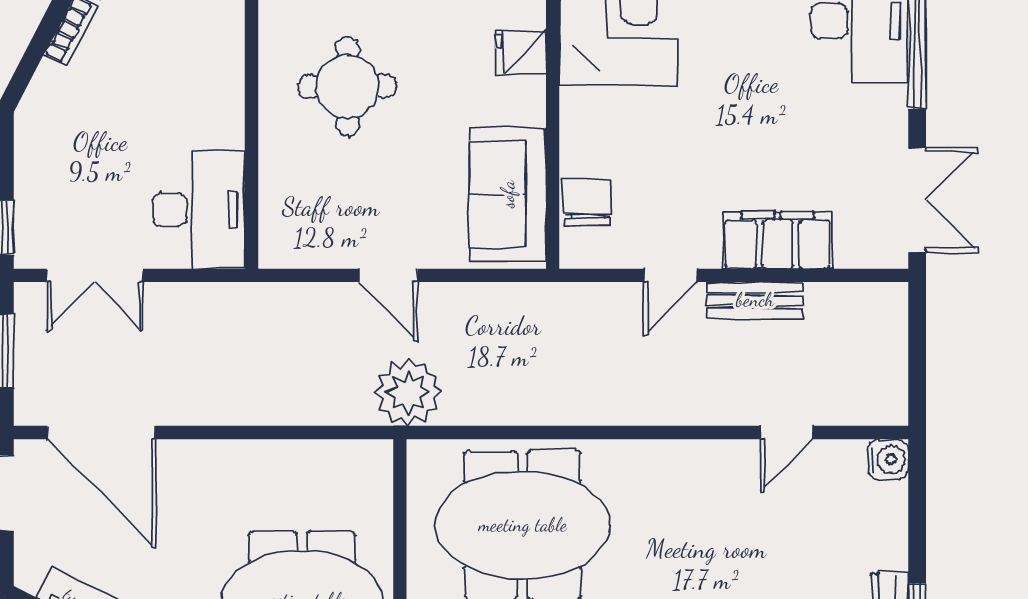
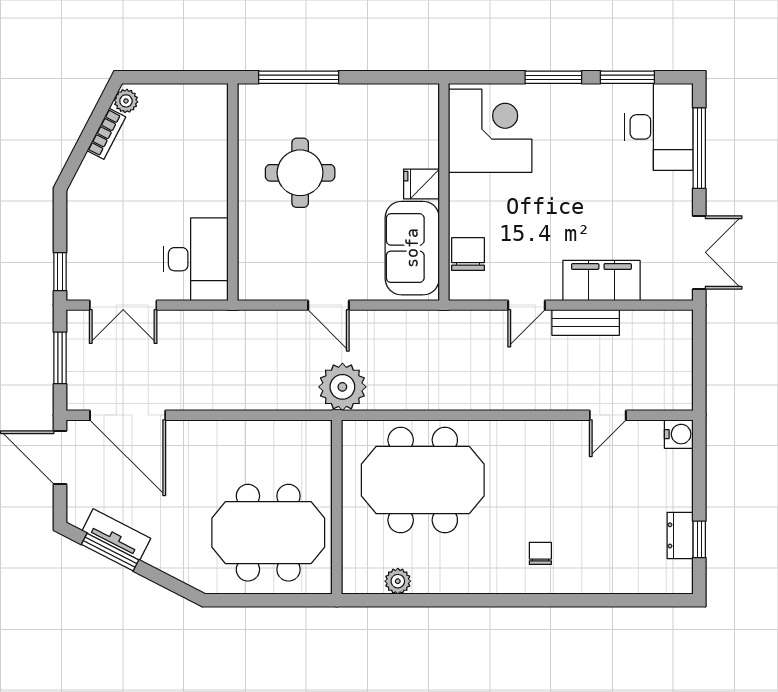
fridge: (521, 53) -> (421, 184), moved

